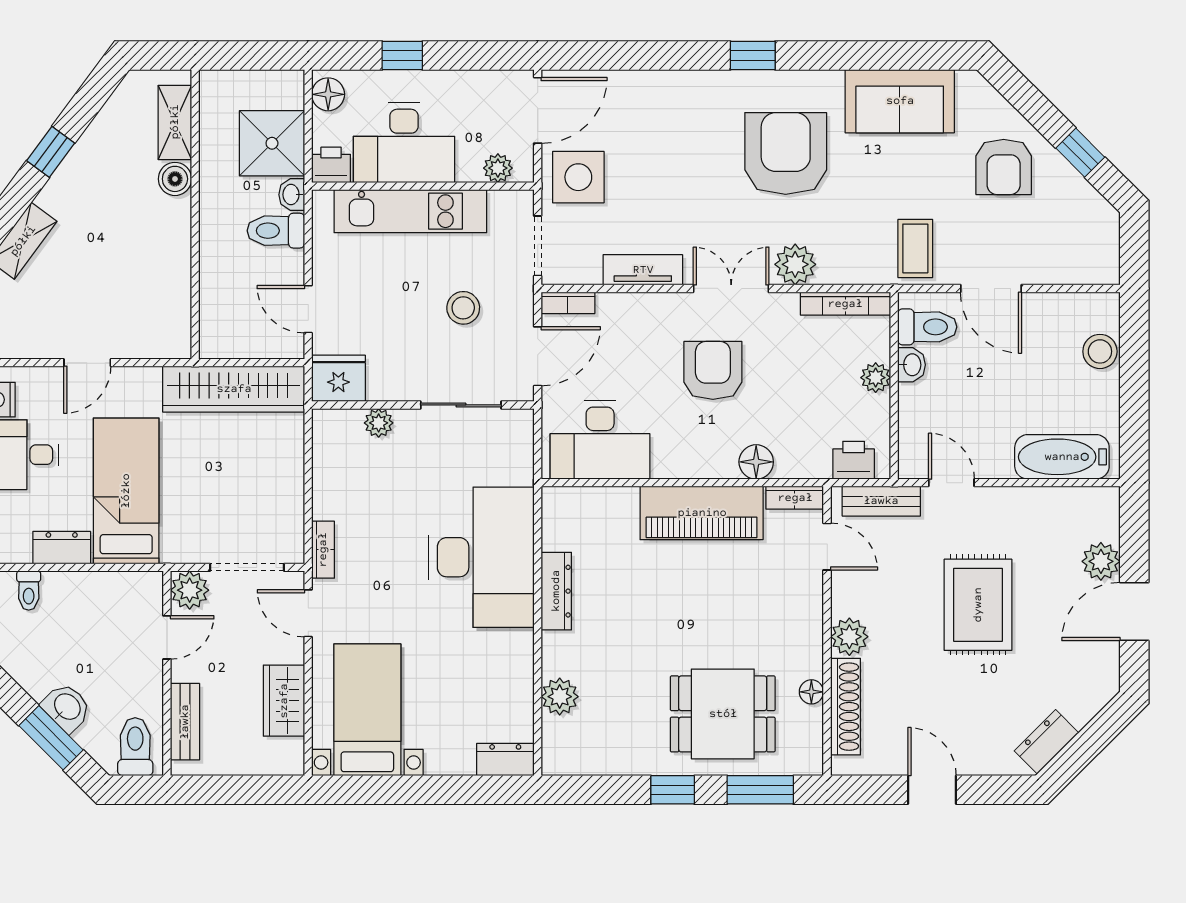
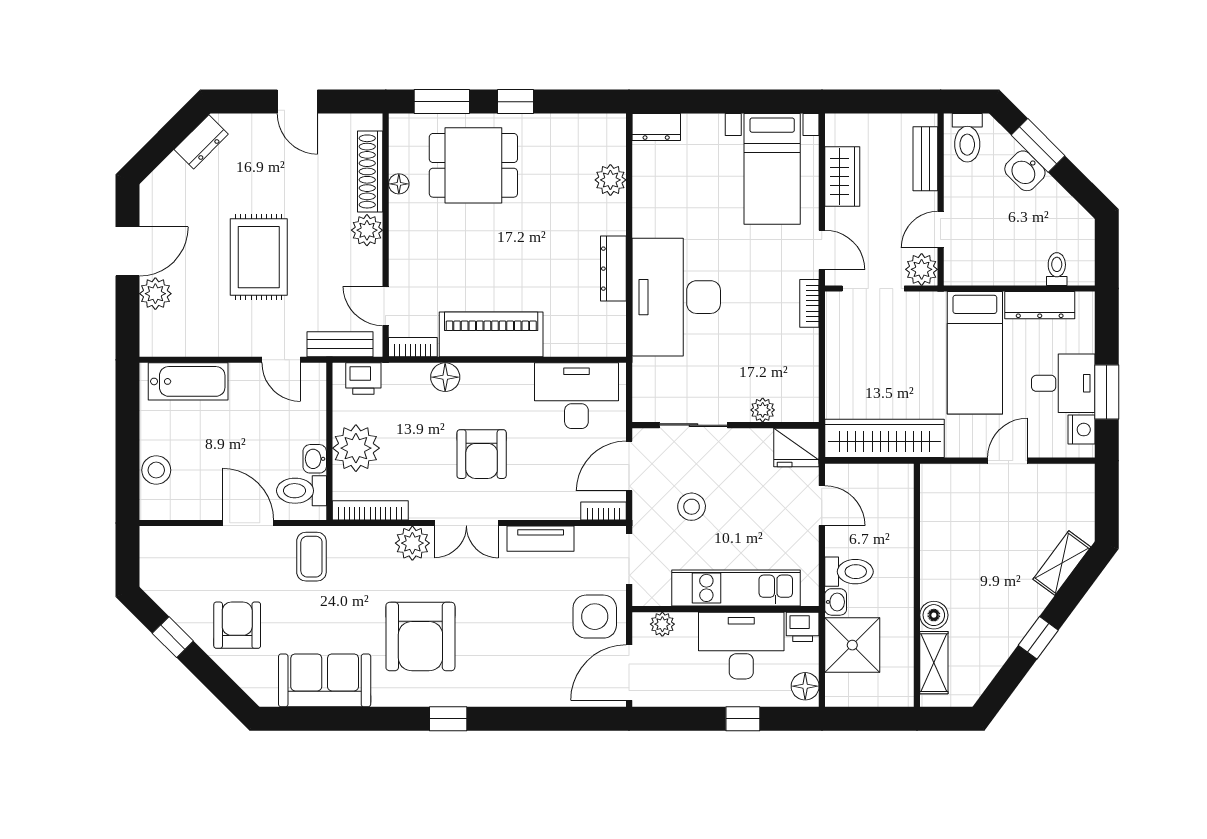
plant: (876, 378) -> (356, 448), width x1.87, depth x1.87
dresser: (62, 548) -> (1040, 305), width x1.44

